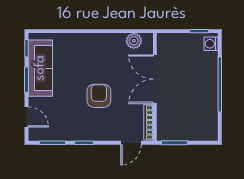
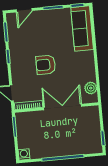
washing machine: (211, 44) -> (24, 154), moved
sofa: (40, 68) -> (82, 28), moved, turned 90
armchair: (99, 96) -> (46, 65), turned 180

